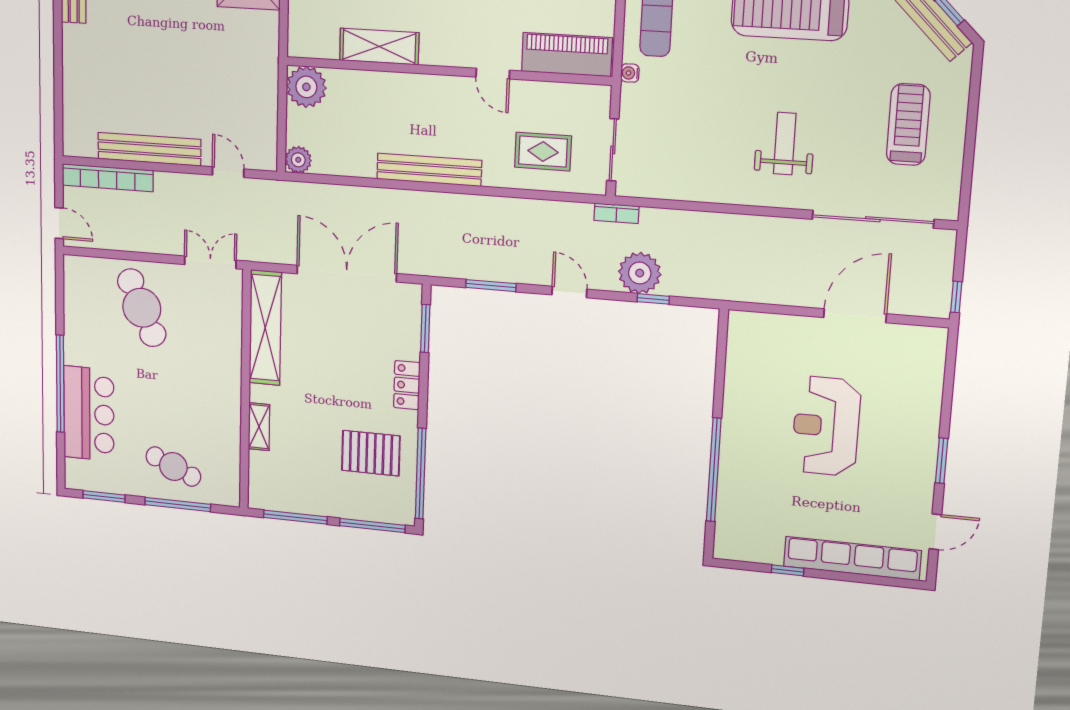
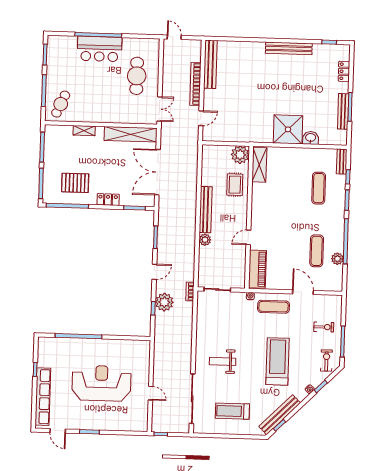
shelving: (379, 47) -> (259, 165), moved
treadmill: (908, 124) -> (232, 411), turned 180
weight bench: (785, 144) -> (223, 361), turned 180
bench: (149, 149) -> (210, 64), moved
rug: (543, 152) -> (235, 185), moved
plant: (298, 160) -> (205, 240), moved
bookcase: (108, 178) -> (195, 84), moved
door: (59, 223) -> (174, 37), swing flipped
double door: (347, 274) -> (157, 172), swing flipped
cafe table: (142, 308) -> (137, 76), turned -66
door: (855, 316) -> (151, 393), width x0.53
bar counter: (89, 414) -> (100, 49), moved
reception desk: (826, 426) -> (101, 383), width x1.36, depth x1.30
pallet: (371, 453) -> (75, 183), turned 90
cafe table: (173, 466) -> (61, 104), moved

